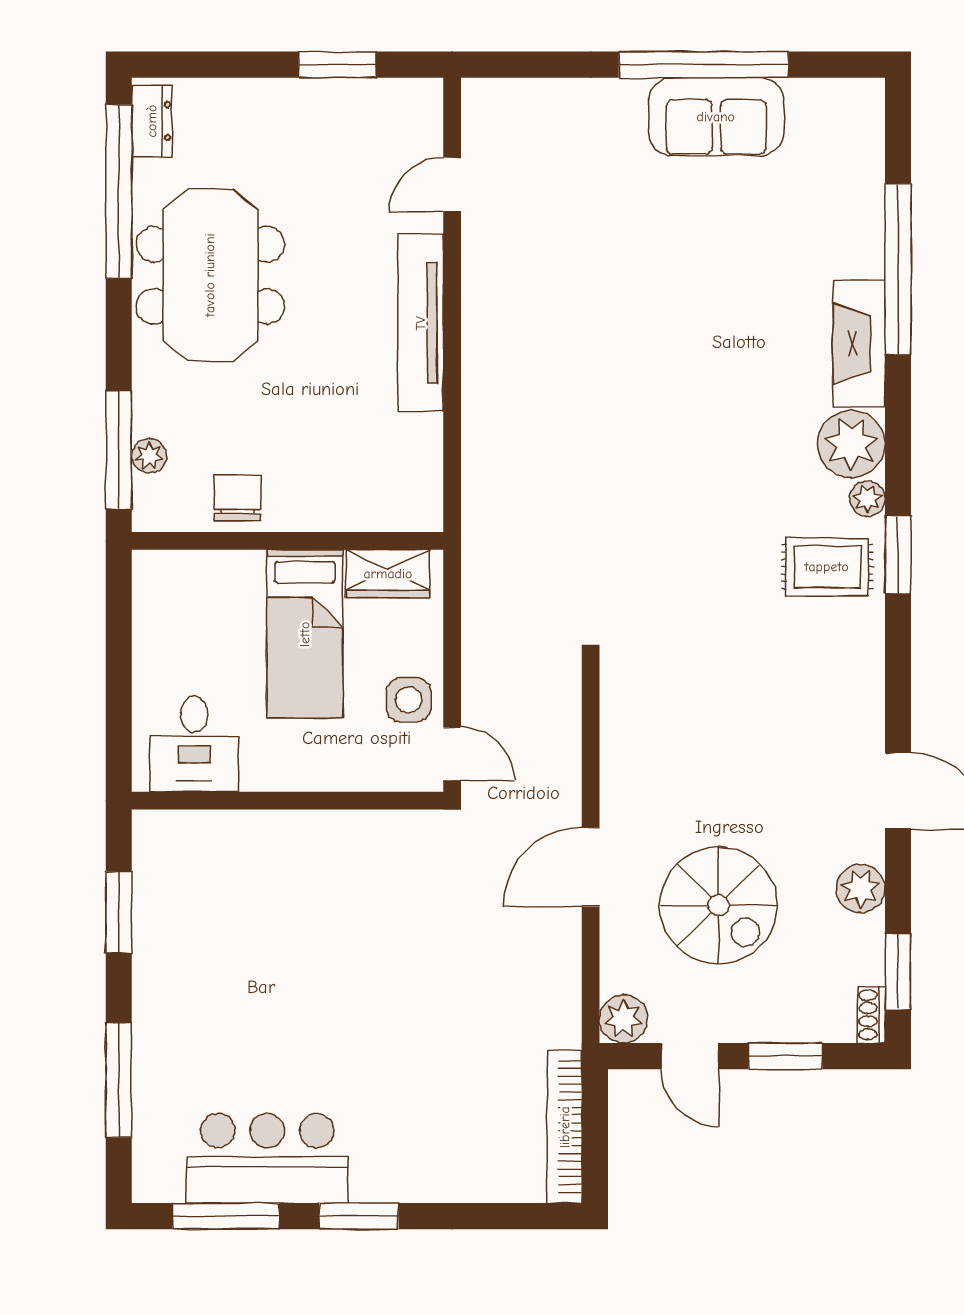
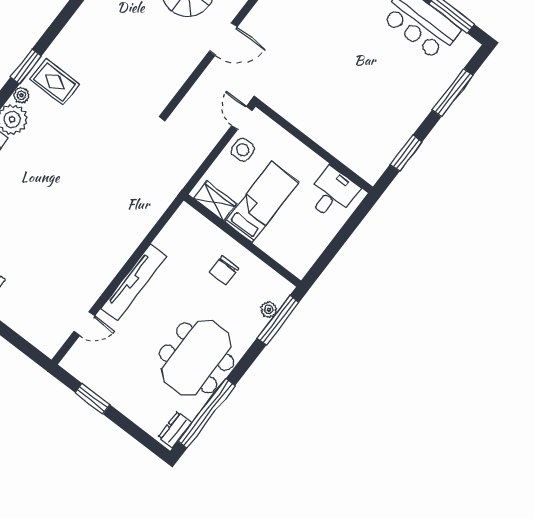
chair: (237, 498) -> (224, 270), moved

